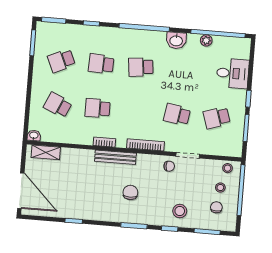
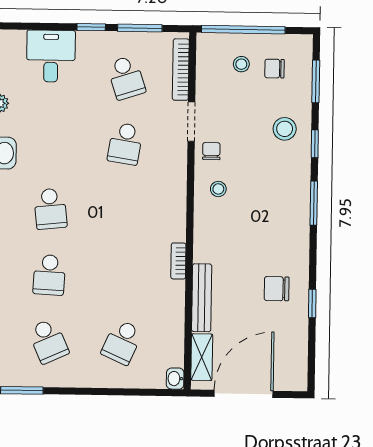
school desk: (98, 108) -> (123, 276), removed
bookcase: (145, 145) -> (181, 70), moved
bench: (115, 157) -> (202, 298), moved
stool: (228, 168) -> (218, 189), moved
door: (21, 191) -> (244, 394), moved
chair: (130, 192) -> (277, 289), moved

